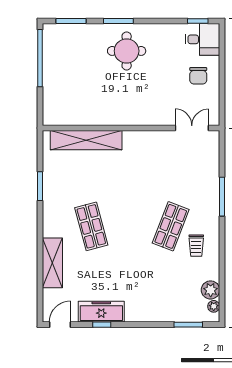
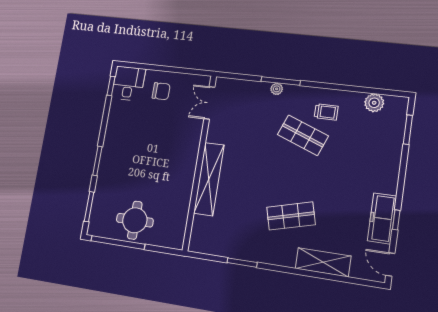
round table: (127, 51) -> (135, 220), moved
shelving: (86, 140) -> (209, 179), moved
plant: (214, 306) -> (277, 89), moved

